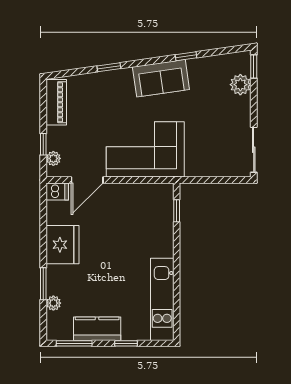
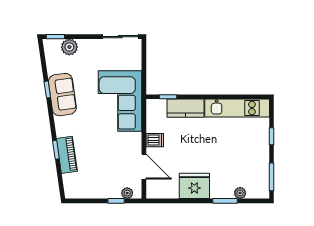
sofa: (161, 78) -> (62, 95), moved
piano: (56, 102) -> (67, 155), moved, turned 82
corner sofa: (145, 149) -> (120, 101), moved
dishwasher: (57, 191) -> (155, 140), moved, turned 90
kitchen counter: (97, 329) -> (185, 108), moved, turned -90

